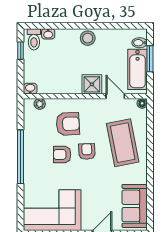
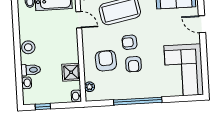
toilet: (34, 39) -> (31, 70), moved
shower: (92, 84) -> (71, 72), moved
door: (115, 96) -> (79, 20), swing flipped

